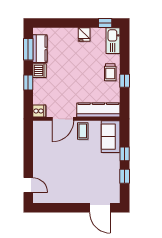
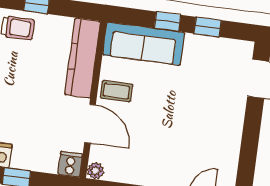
plant: (38, 125) -> (95, 171), added
sofa: (111, 137) -> (144, 44), width x1.36

